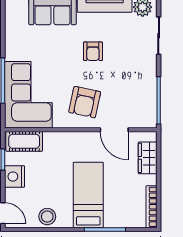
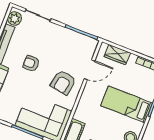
armchair: (93, 51) -> (31, 63), turned 180
armchair: (85, 102) -> (63, 82), turned 87

